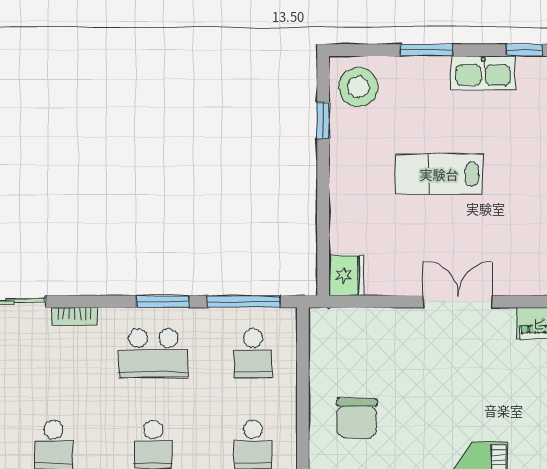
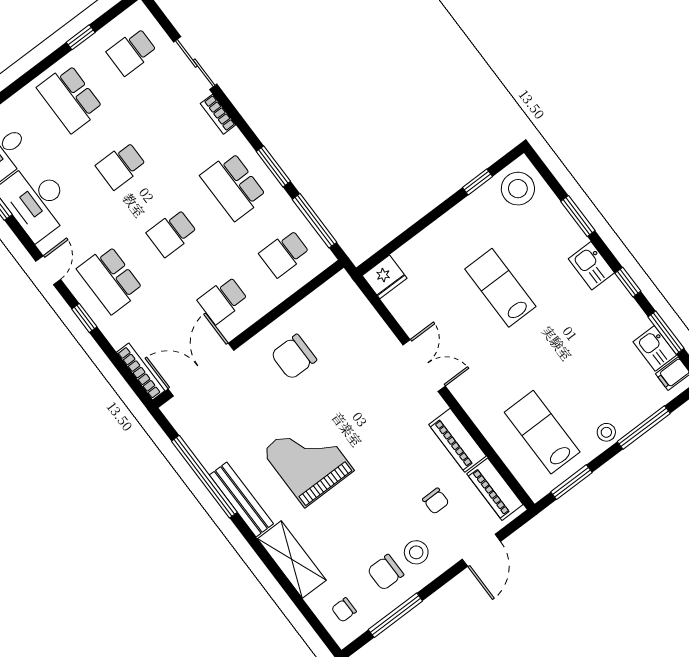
kitchen sink: (483, 73) -> (591, 266), width x0.73

